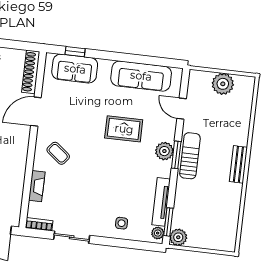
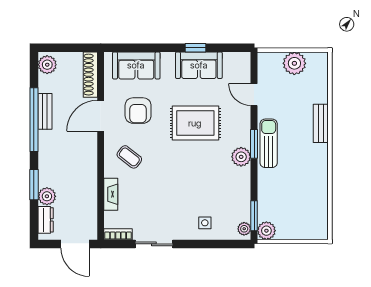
window: (75, 52) -> (196, 48), moved
sofa: (141, 76) -> (199, 65), width x0.73
armchair: (71, 111) -> (138, 111), added
rug: (124, 129) -> (195, 123), width x1.36, depth x1.43
plant: (164, 151) -> (241, 157), moved
bench: (238, 164) -> (321, 123), moved
tv unit: (161, 202) -> (244, 196), removed

